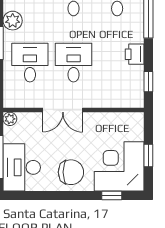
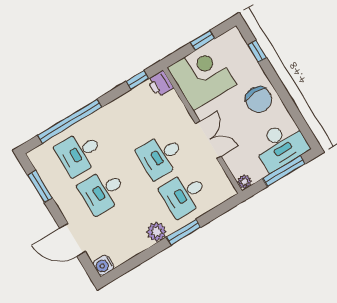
printer: (135, 54) -> (160, 84), moved, turned 90
corner desk: (119, 166) -> (202, 76), moved, turned 180
chair: (71, 172) -> (259, 99), turned 180

